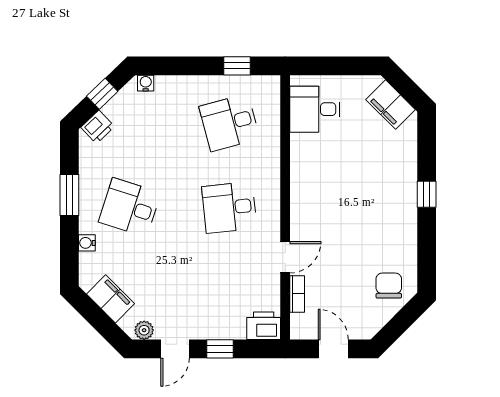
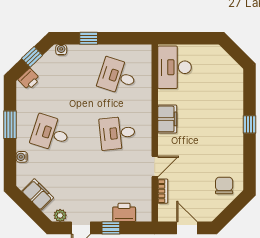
window: (237, 66) -> (89, 38), moved
filing cabinet: (391, 105) -> (167, 119), moved, turned -135
desk: (315, 109) -> (174, 67), width x1.37
desk: (229, 123) -> (117, 76), turned 33
printer: (264, 326) -> (124, 212), moved

